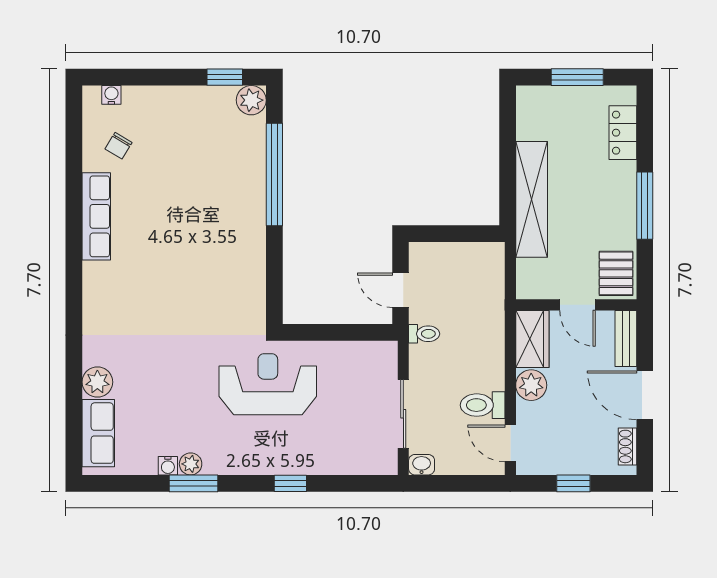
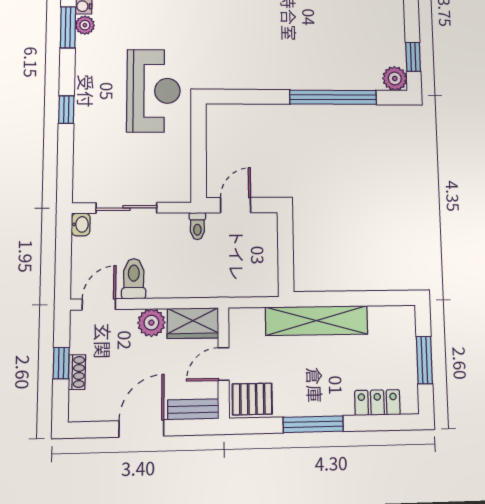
shoe rack: (627, 446) -> (77, 372), moved, turned 90

